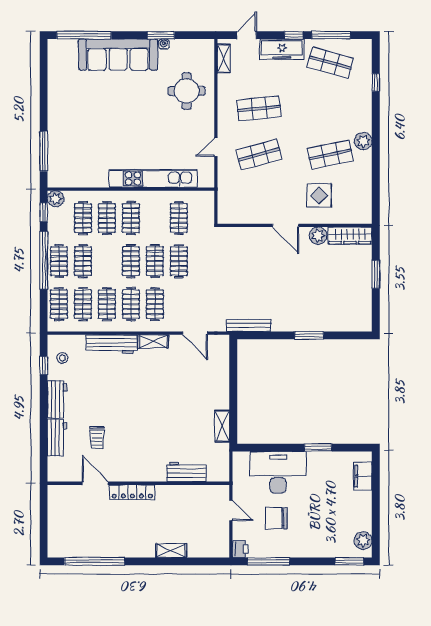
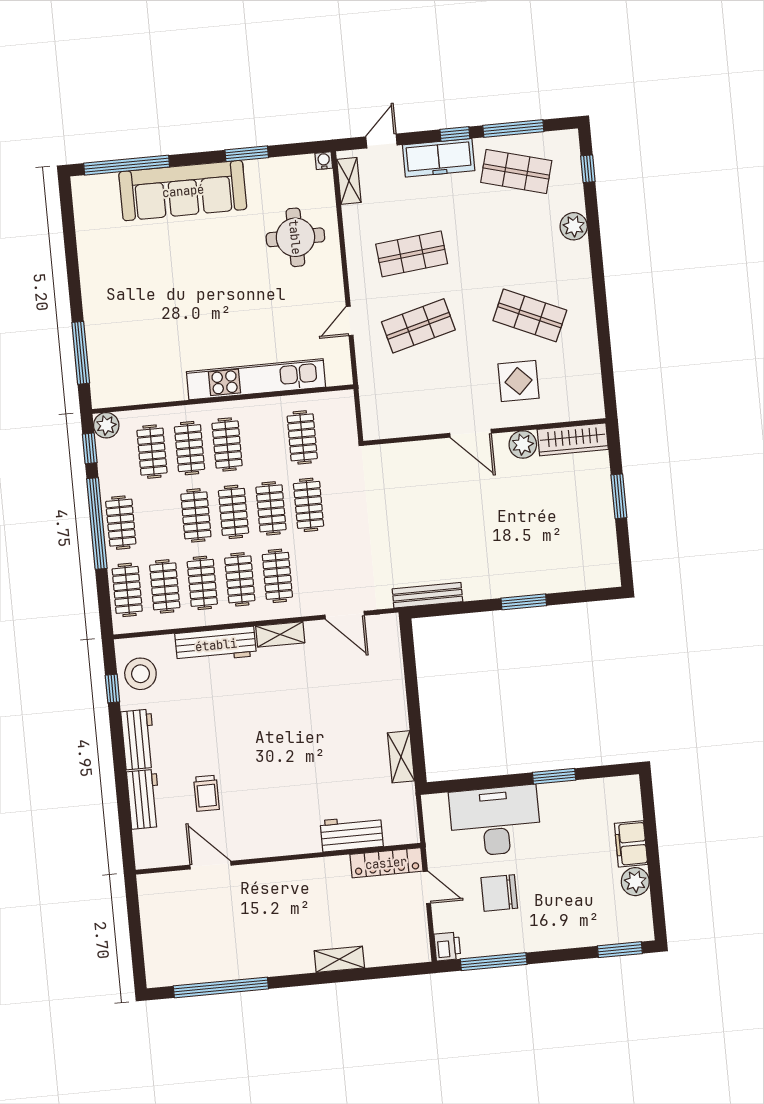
water cooler: (164, 44) -> (324, 161), moved
window: (376, 83) -> (588, 169), moved
plant: (363, 141) -> (574, 226), moved
shop shelf: (330, 154) -> (530, 315), turned 36
clothes rail: (83, 261) -> (196, 515), moved
stool: (62, 358) -> (140, 674), width x1.89, depth x1.89
filing cabinet: (363, 476) -> (631, 844), moved
locker: (132, 492) -> (386, 863), moved
plant: (363, 541) -> (635, 882), moved

